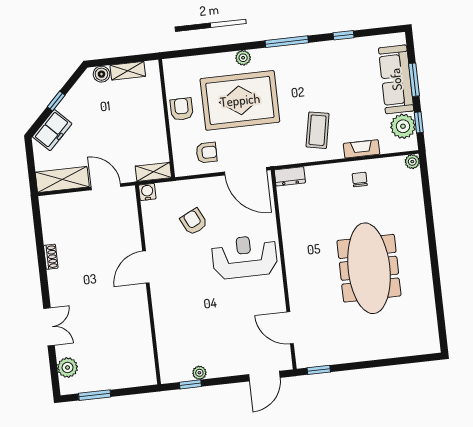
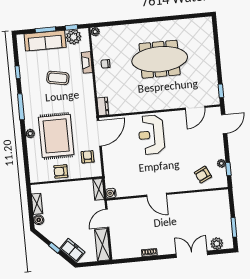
coffee table: (318, 130) -> (58, 78), moved
armchair: (194, 222) -> (203, 175), moved
double door: (49, 327) -> (192, 254), width x1.37
door: (264, 376) -> (224, 124), hinge flipped

